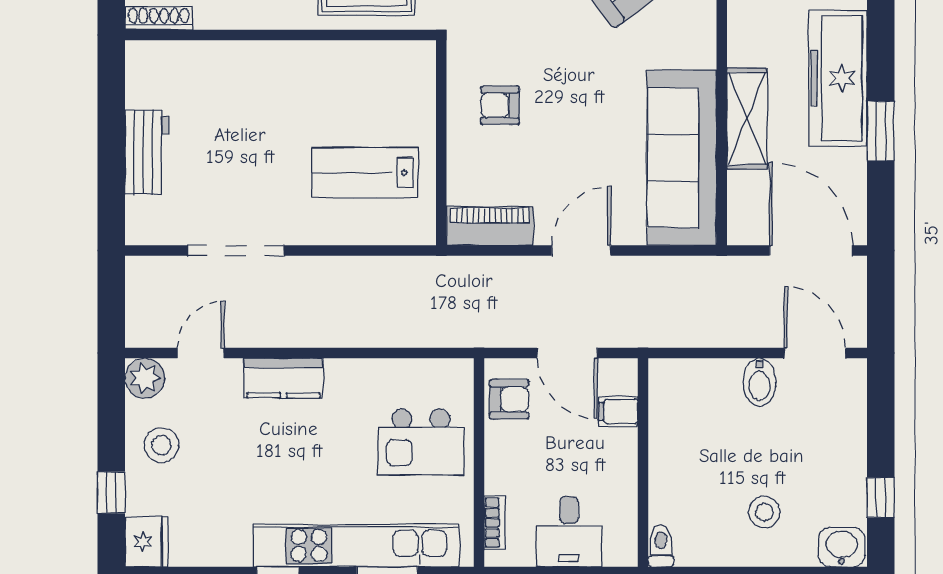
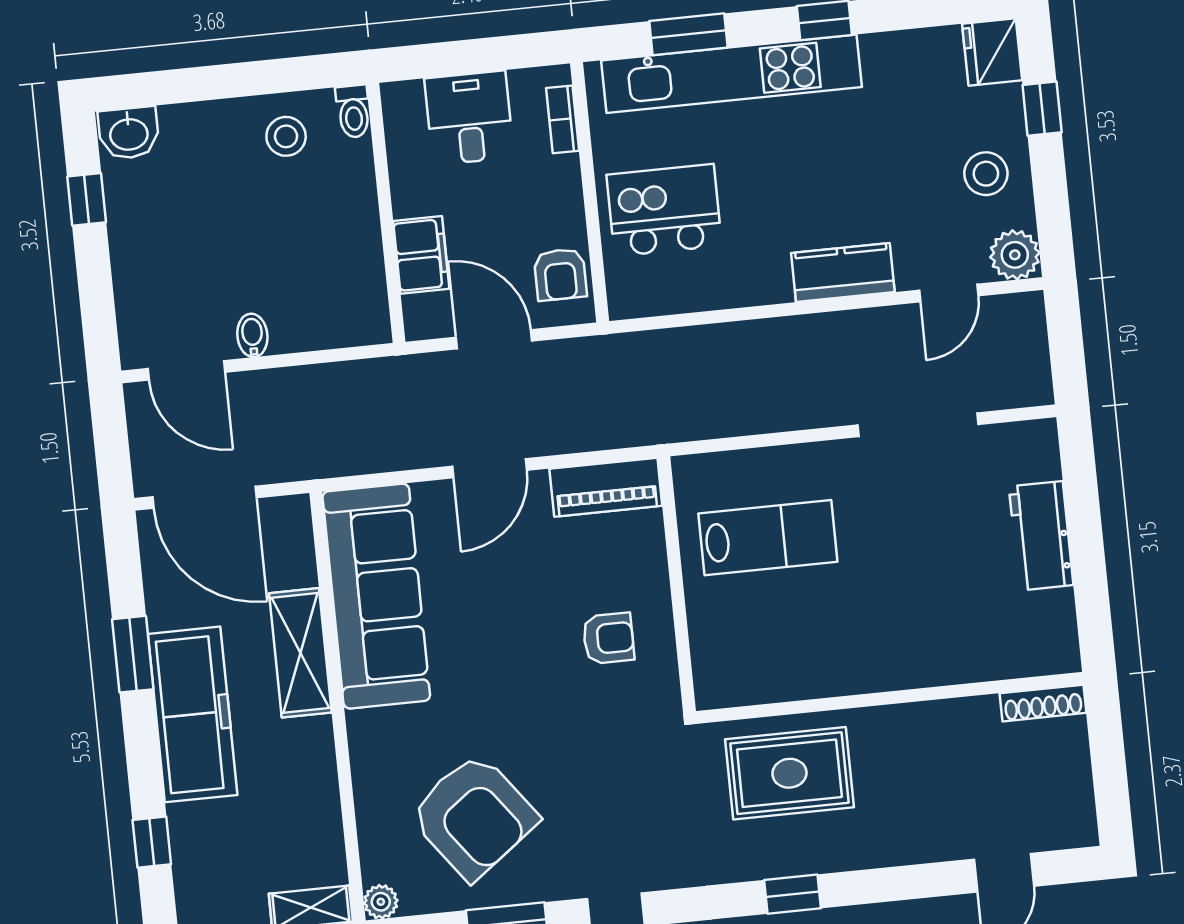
bidet: (760, 382) -> (252, 335), width x0.72, depth x0.74
armchair: (509, 399) -> (560, 274), turned -90
filing cabinet: (618, 411) -> (421, 255), width x2.00
stool: (764, 512) -> (286, 136), moved

